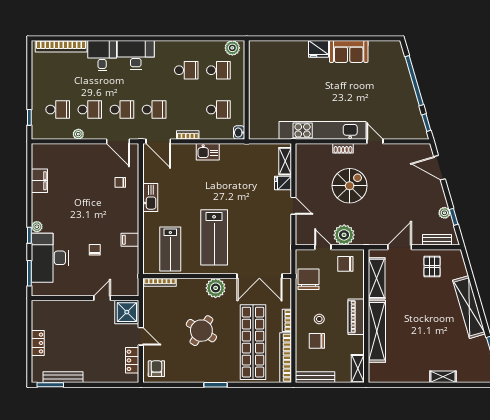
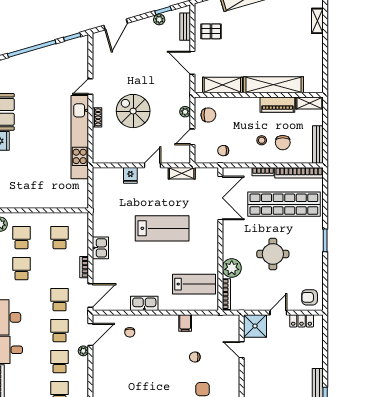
washbasin: (239, 133) -> (82, 218), removed
plant: (78, 134) -> (83, 351), moved
shelving: (285, 161) -> (182, 173), moved
plant: (344, 235) -> (185, 112), width x0.53, depth x0.53
lab bench: (214, 237) -> (162, 228), moved
chair: (345, 264) -> (208, 115), turned -90
chair: (309, 279) -> (223, 151), width x0.54, depth x0.54
plant: (216, 288) -> (232, 268), moved
piano: (356, 317) -> (277, 105), moved
round table: (201, 331) -> (273, 254), turned -33

